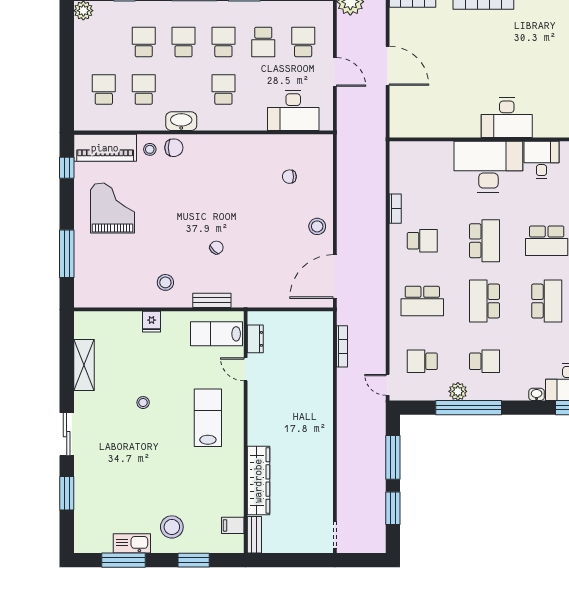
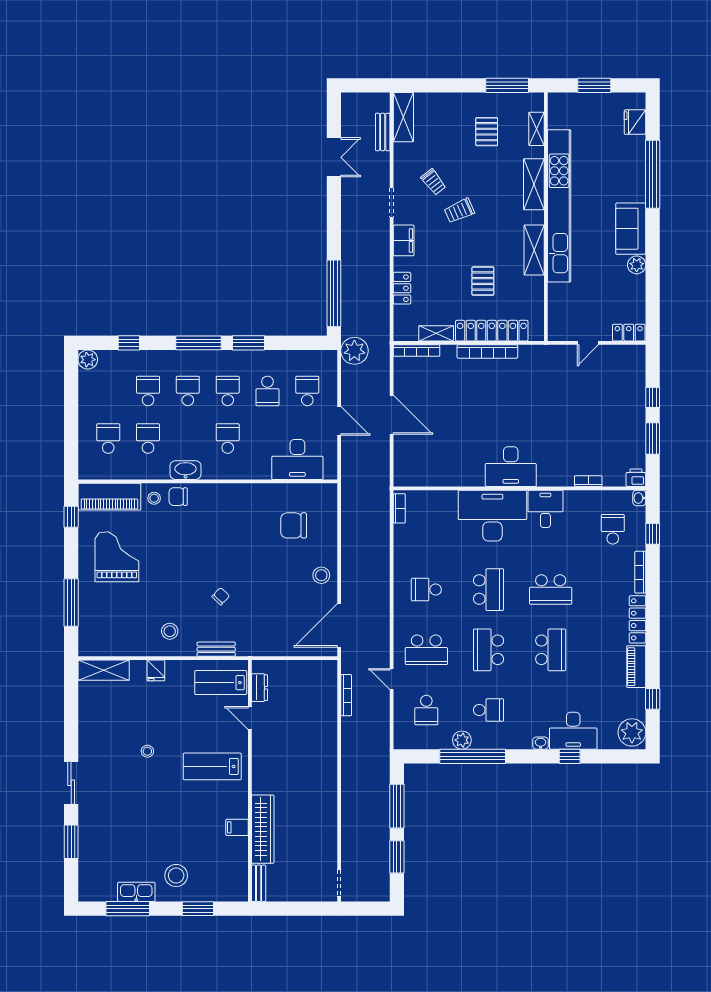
chair: (174, 148) -> (178, 497), turned 180
chair: (289, 177) -> (294, 525), width x1.87, depth x1.87
bookcase: (395, 209) -> (399, 508), moved
school desk: (422, 241) -> (426, 590), turned 180
school desk: (422, 361) -> (426, 710), turned -90
shelving: (84, 365) -> (104, 670), moved, turned 90
door: (388, 385) -> (392, 679), moved
lab bench: (208, 418) -> (212, 766), turned -90
filing cabinet: (233, 525) -> (237, 827), moved

